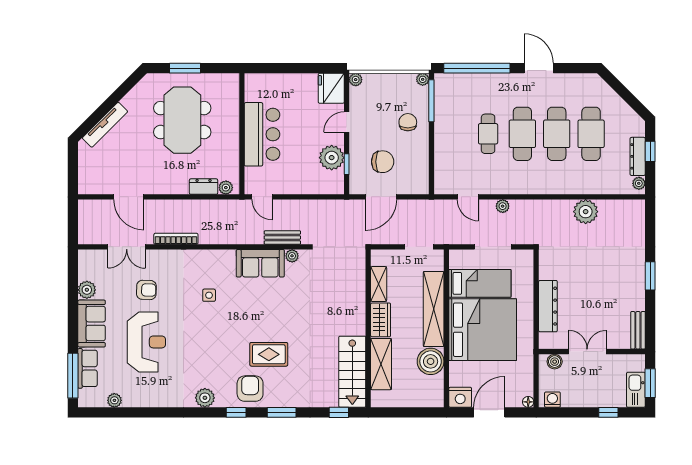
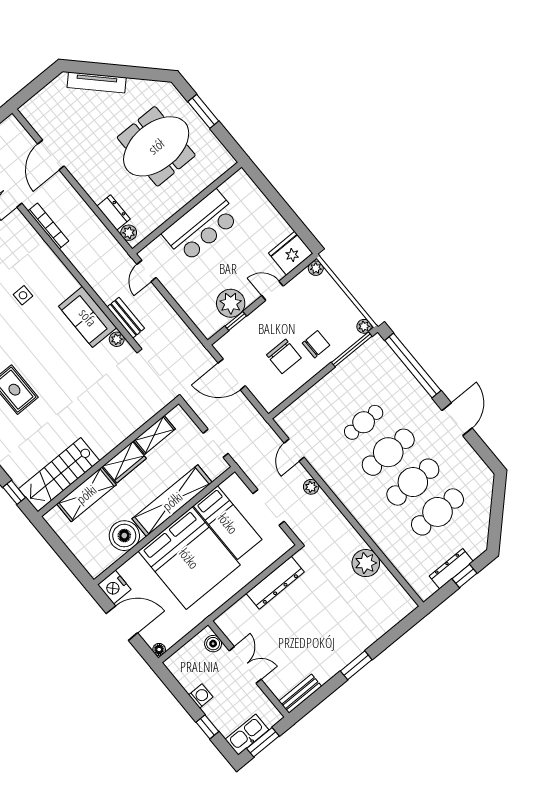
chair: (383, 162) -> (284, 356), moved
plant: (639, 183) -> (429, 589), removed
dresser: (548, 306) -> (275, 583), moved
washing machine: (552, 400) -> (201, 696), moved

